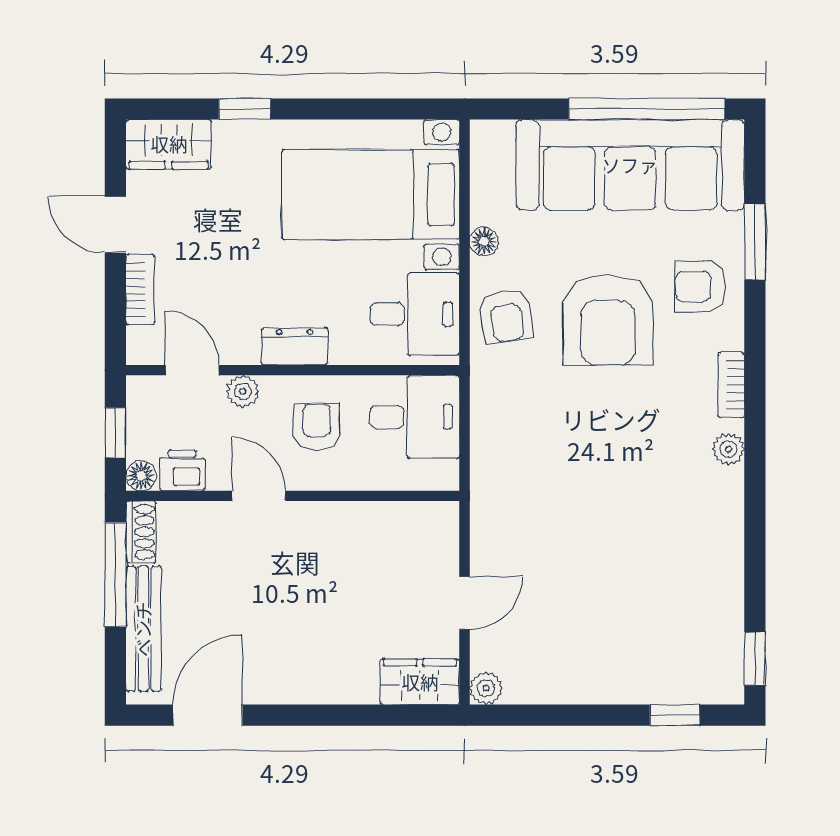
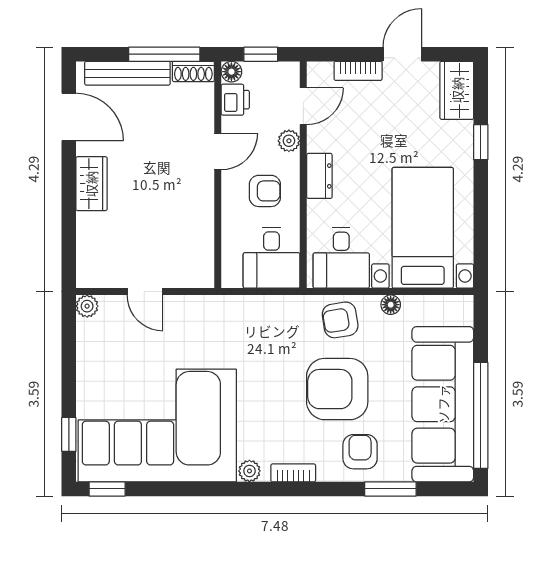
corner sofa: (662, 585) -> (157, 426), added
wardrobe: (420, 682) -> (91, 184), moved

